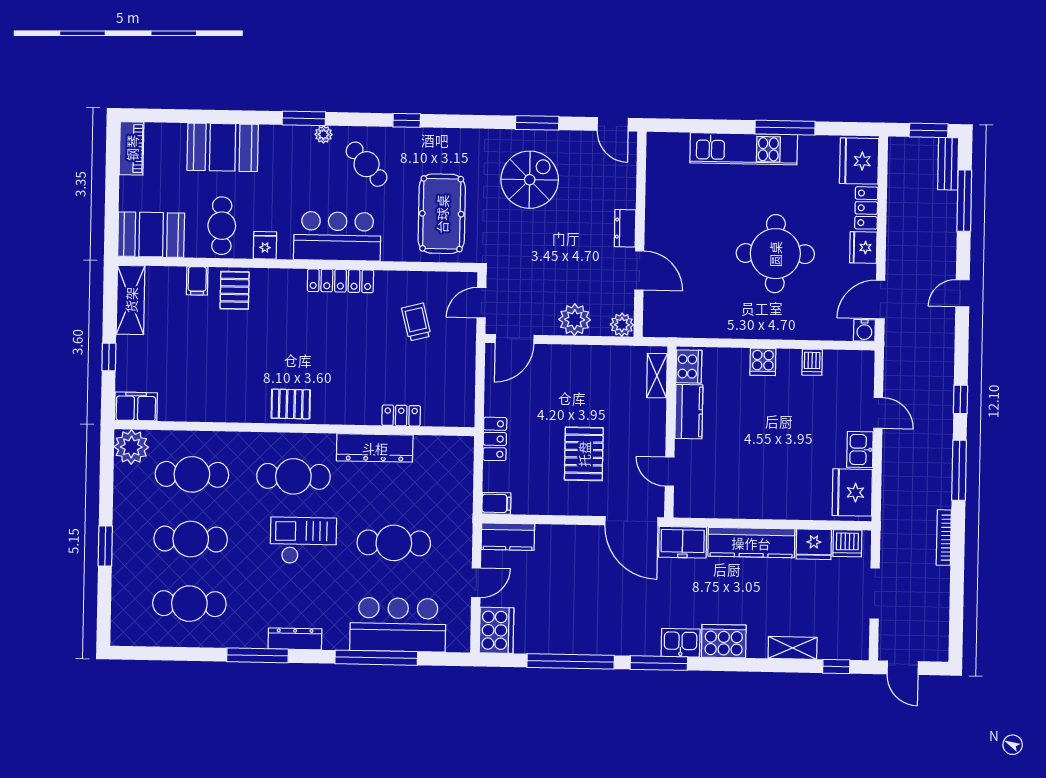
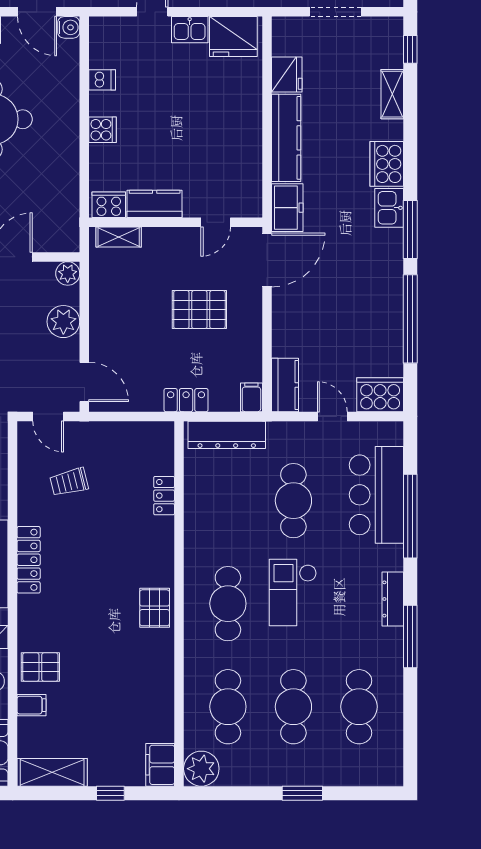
dresser: (375, 448) -> (227, 435), moved, turned 90
dishwasher: (847, 543) -> (285, 41), removed

